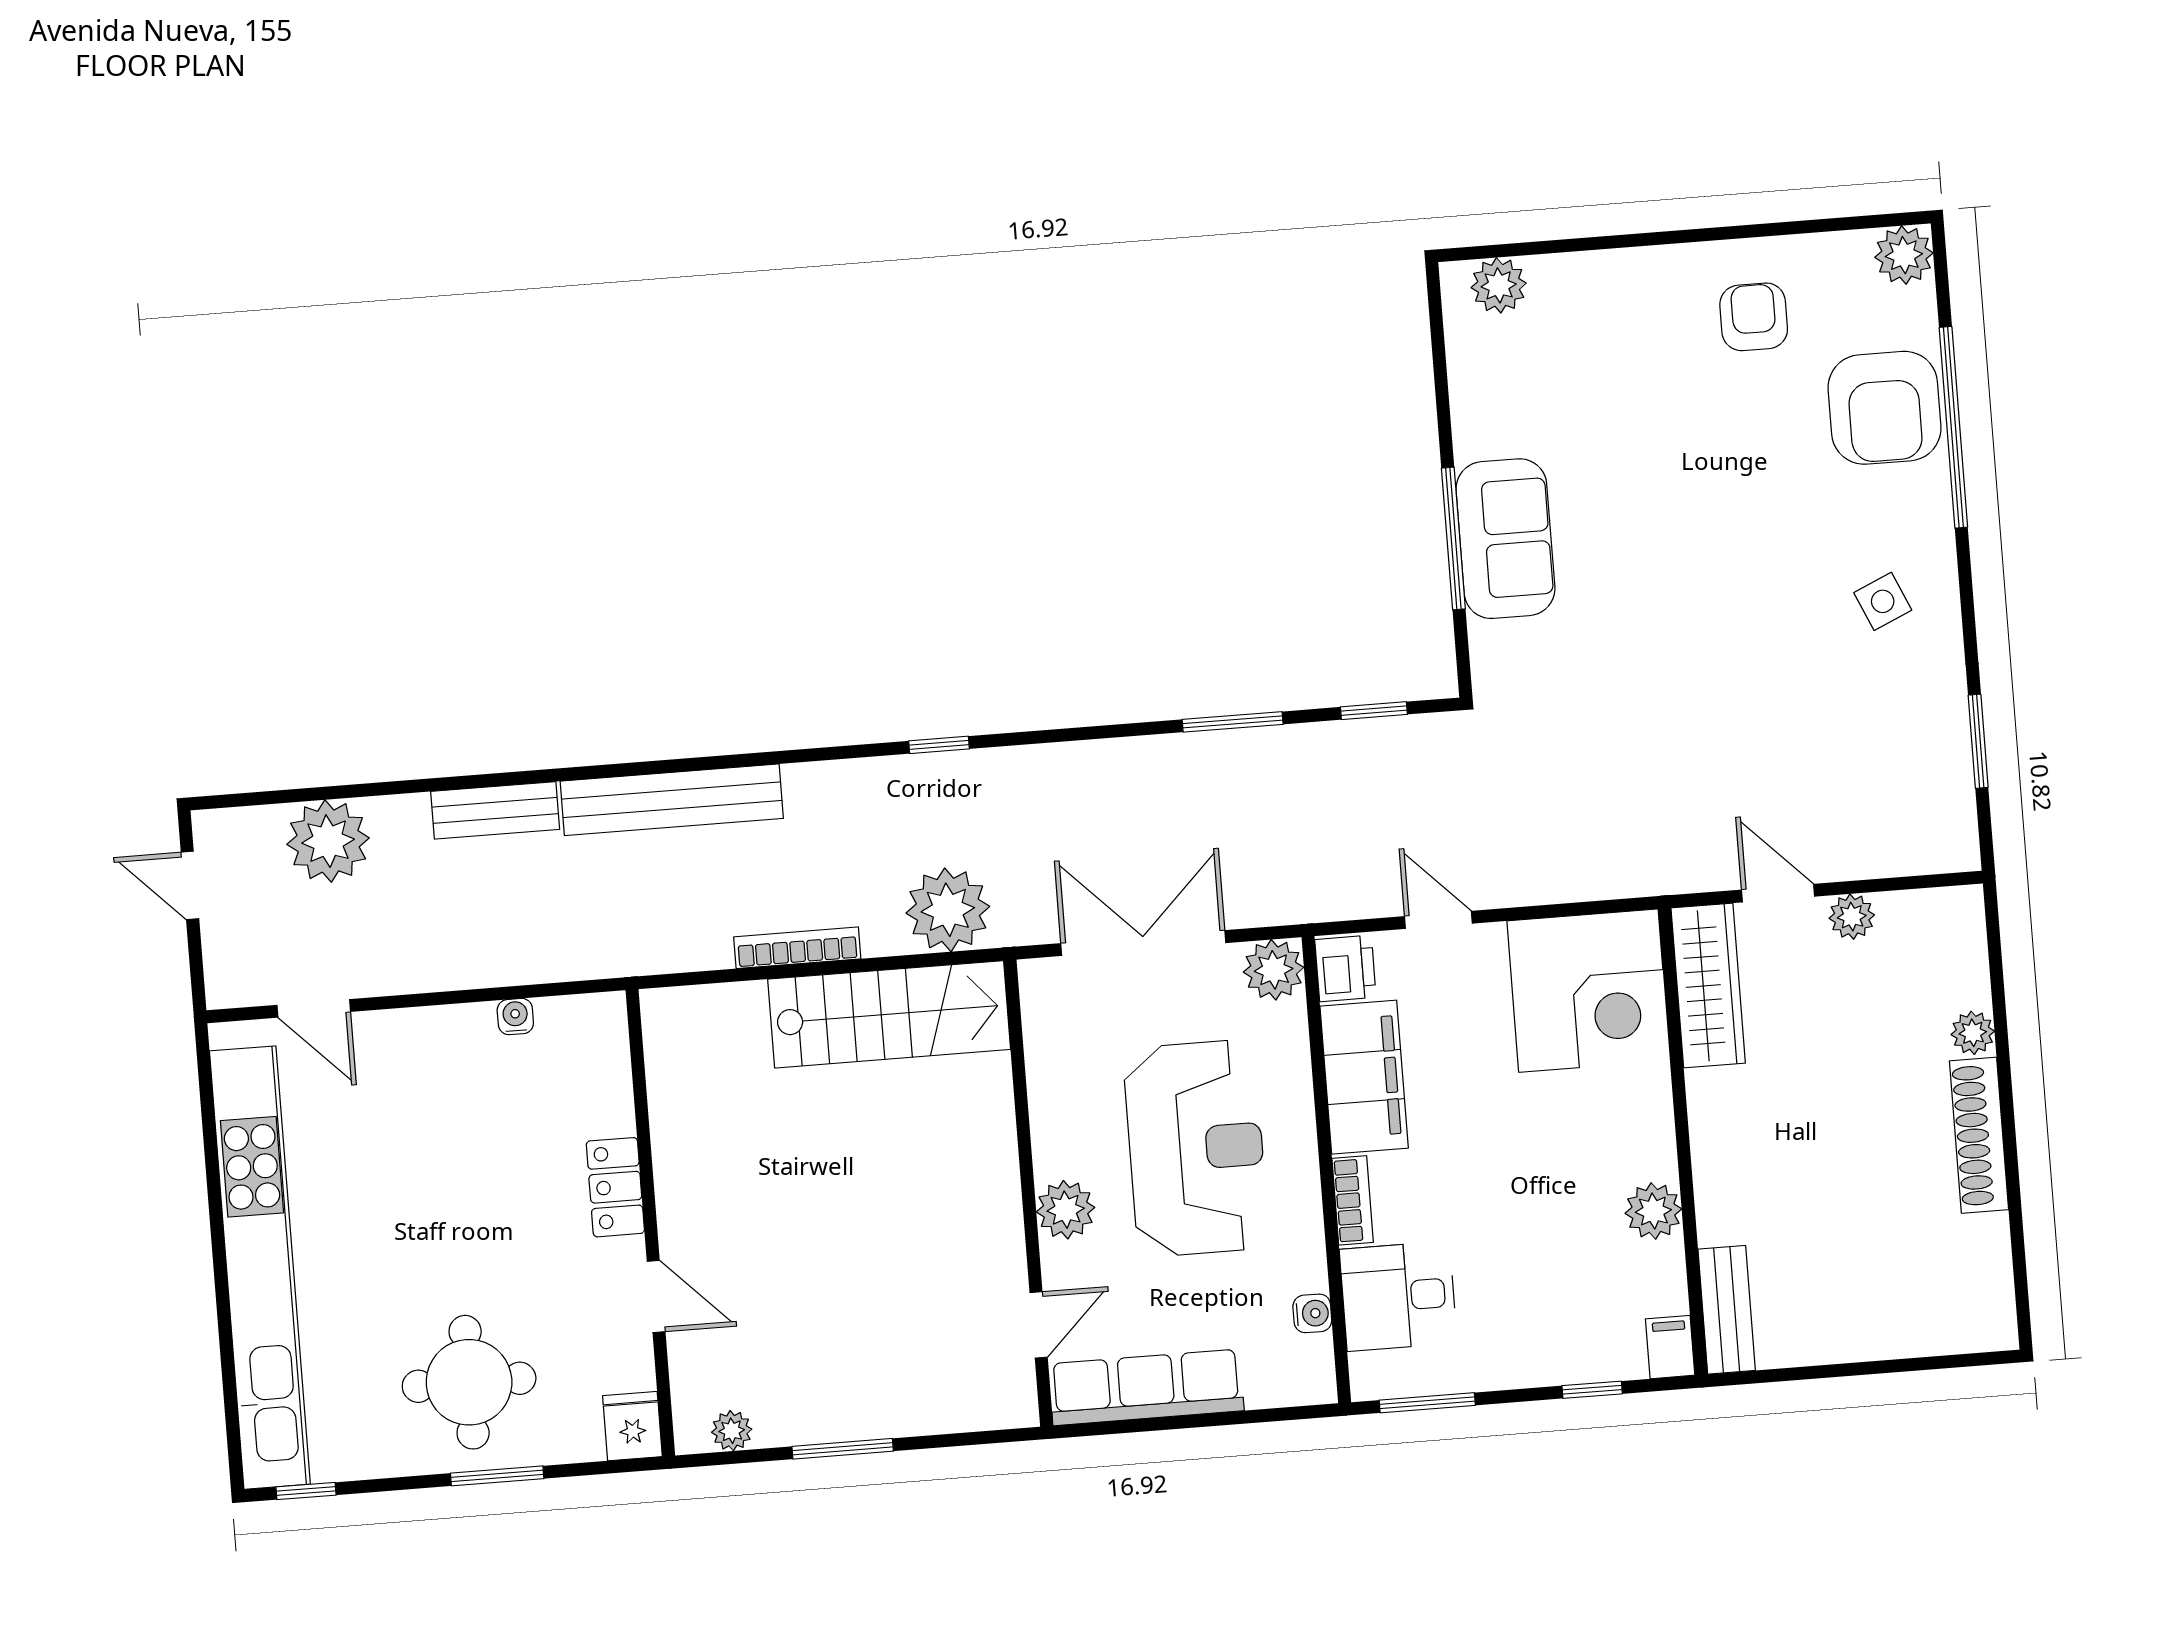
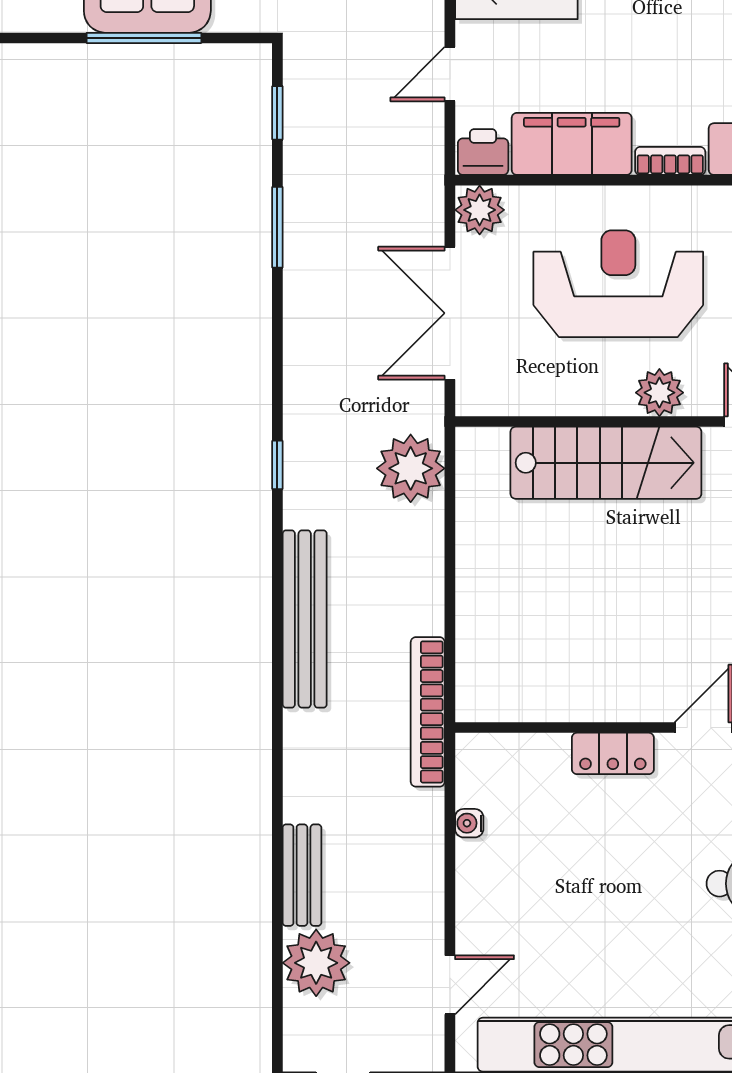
bench: (672, 800) -> (305, 619), moved
bench: (495, 810) -> (302, 875), moved
bookcase: (797, 948) -> (428, 712), moved, width x1.48, depth x1.31
stairs: (889, 1014) -> (606, 463), moved, turned 90

